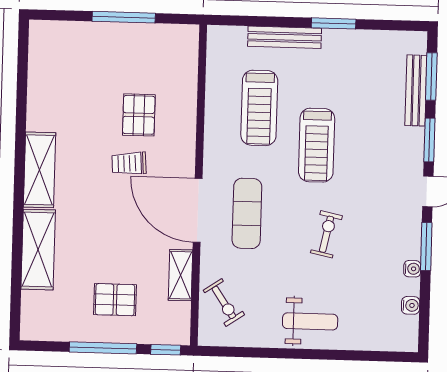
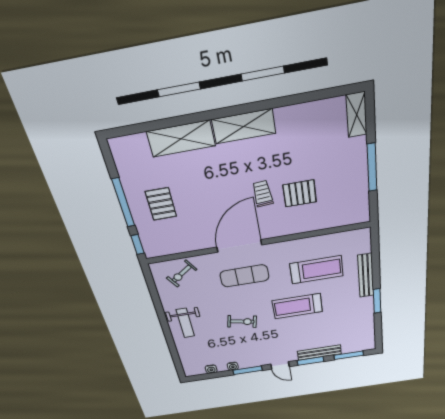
bench: (416, 90) -> (319, 353), moved
treadmill: (259, 108) -> (316, 270), turned 180
shelving: (180, 275) -> (357, 115), moved, turned 90

